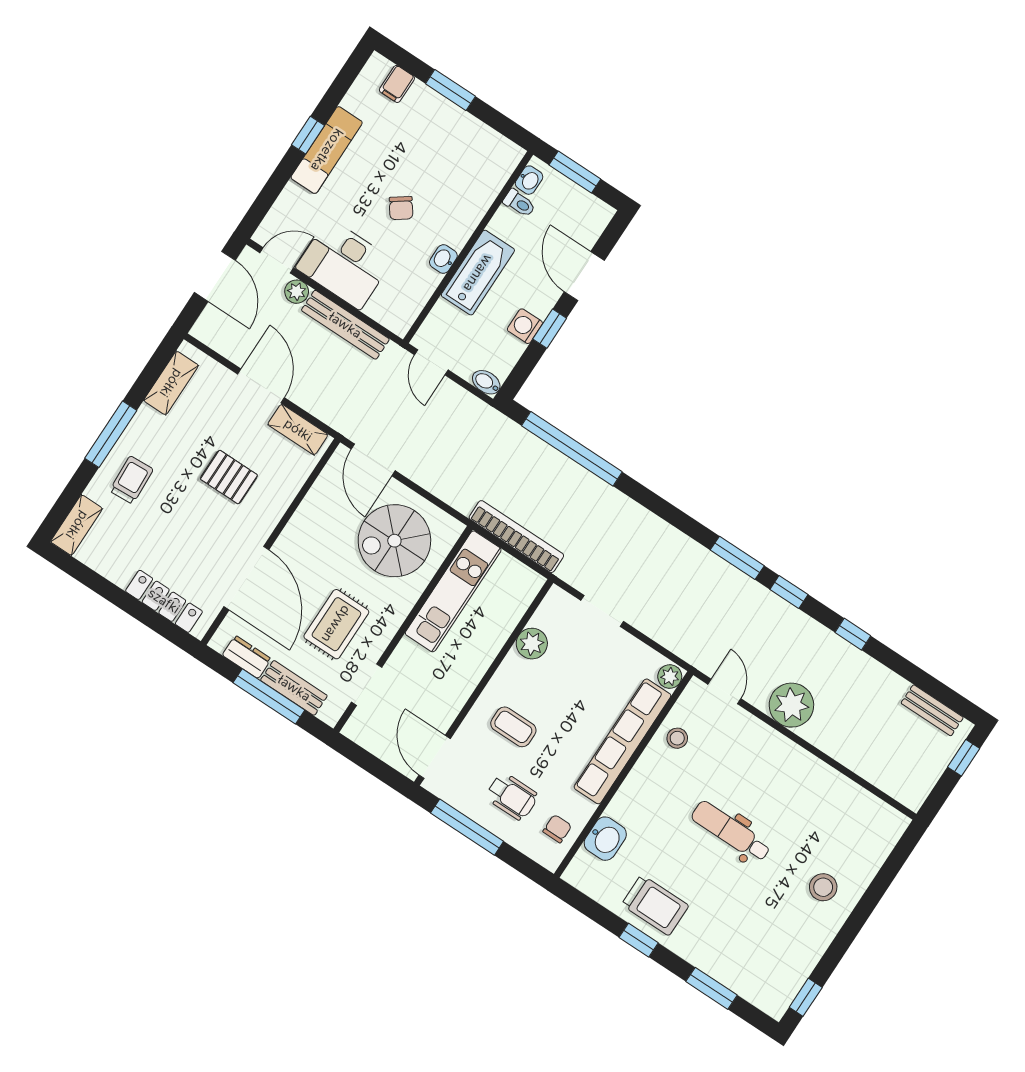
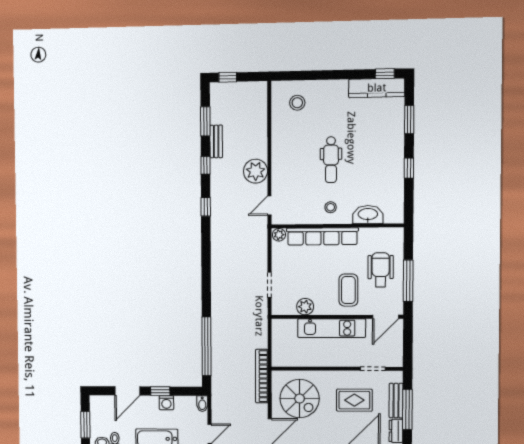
bookcase: (516, 537) -> (262, 376), moved
window: (737, 558) -> (205, 121), moved
kitchen unit: (453, 591) -> (332, 328), moved, turned 180
bench: (932, 710) -> (216, 141), moved
coffee table: (513, 727) -> (348, 290), width x1.36, depth x1.30
stool: (677, 738) -> (331, 207), moved
wheelchair: (512, 796) -> (381, 270), width x1.36, depth x1.37
chair: (557, 829) -> (382, 239), removed
washbasin: (605, 839) -> (368, 215), width x1.38
stool: (823, 887) -> (297, 103), moved
trolley: (655, 905) -> (388, 171), removed
kitchen counter: (793, 971) -> (377, 88), added

